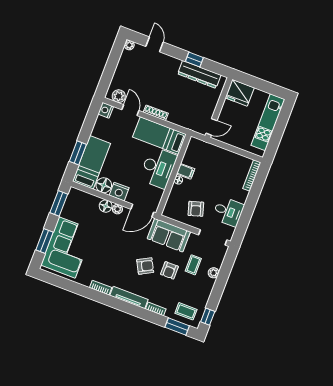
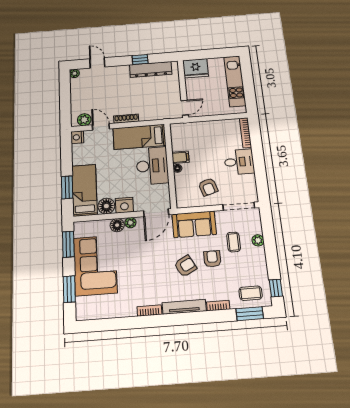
desk: (228, 212) -> (239, 162), moved
corner sofa: (67, 248) -> (95, 265), moved
armchair: (169, 270) -> (212, 259), turned 180

